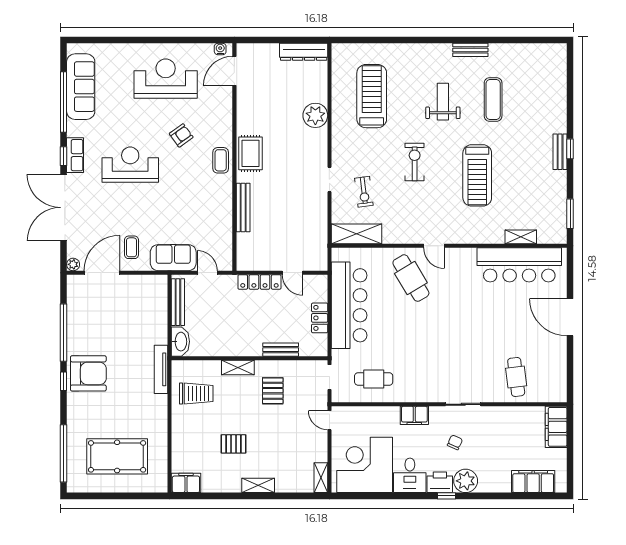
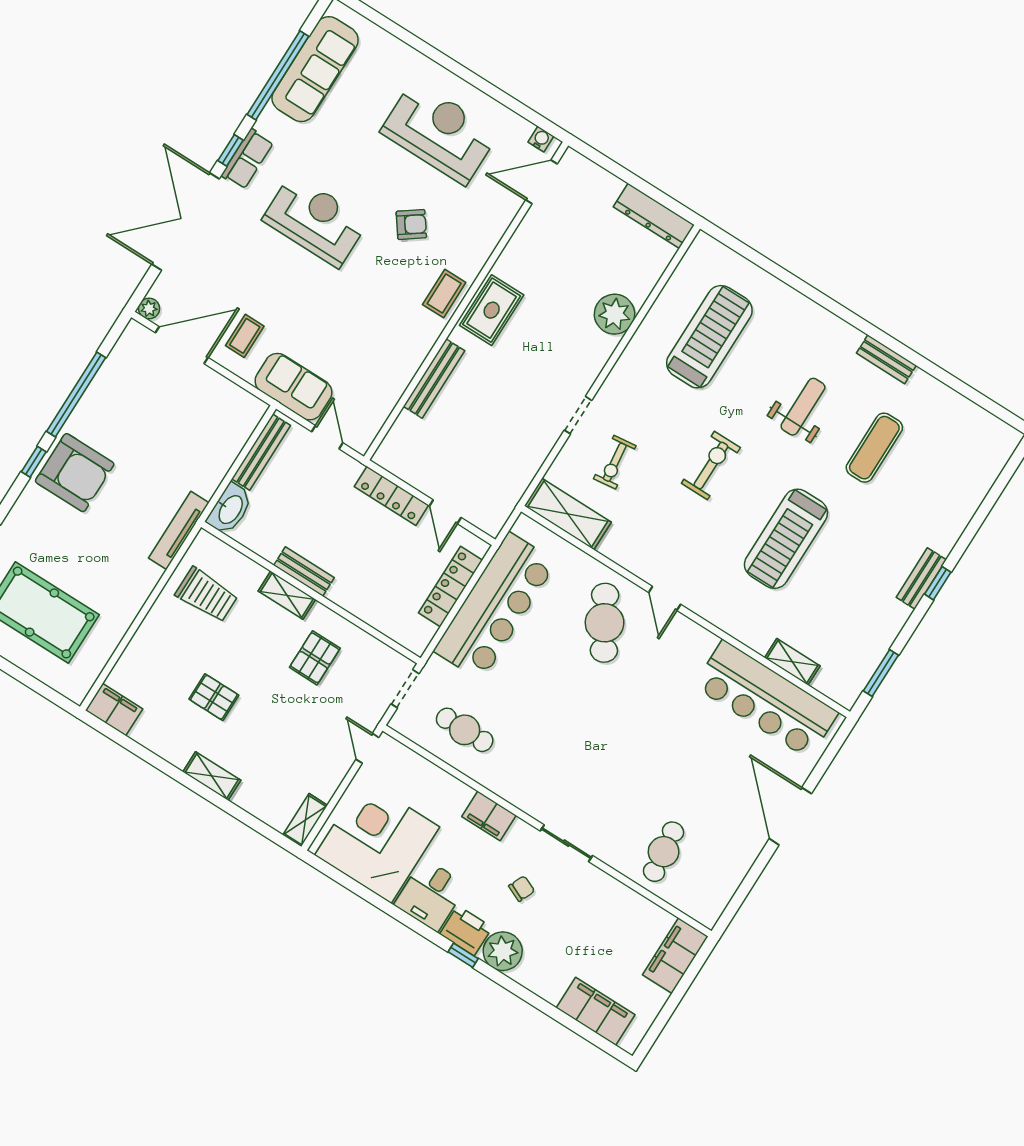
locker: (320, 318) -> (451, 587), width x1.53
bench: (281, 350) -> (304, 571), moved

